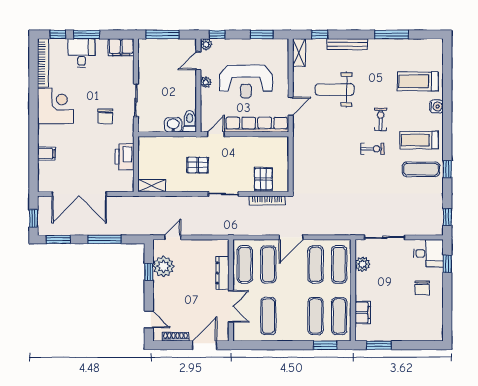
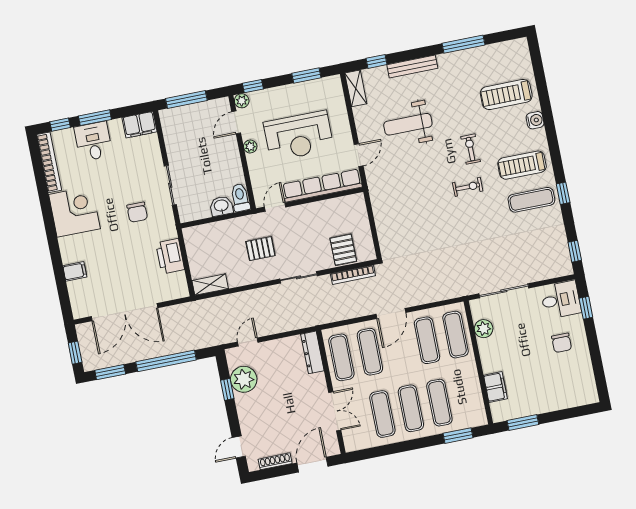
window: (105, 239) -> (166, 361), width x1.46
dresser: (222, 273) -> (312, 352), moved
exercise mat: (339, 316) -> (411, 408), moved
door: (149, 319) -> (239, 447), swing flipped

